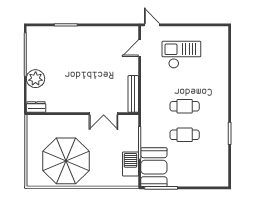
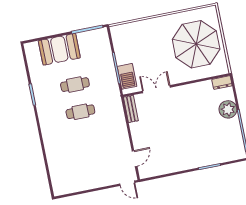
checkout: (181, 55) -> (93, 160), removed
bench: (133, 94) -> (131, 109), width x0.73
parasol: (66, 161) -> (196, 44), moved
barbecue: (130, 164) -> (127, 76), moved
booth: (154, 167) -> (59, 49), moved, turned 90

